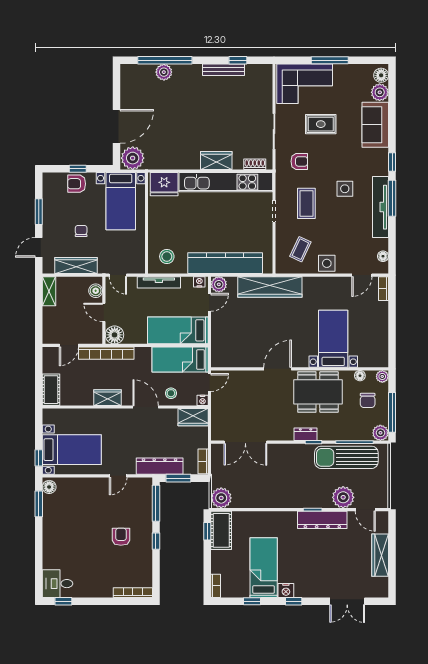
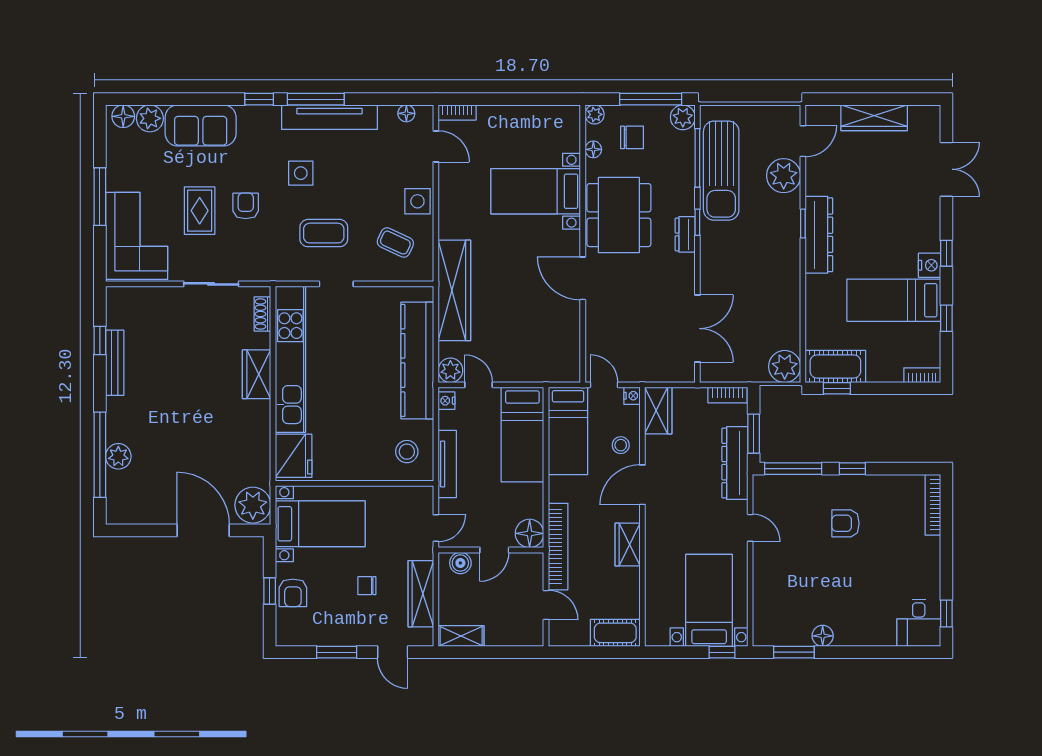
armchair: (299, 161) -> (246, 206), moved
floor lamp: (49, 487) -> (823, 636), moved
dresser: (322, 520) -> (819, 235), moved

